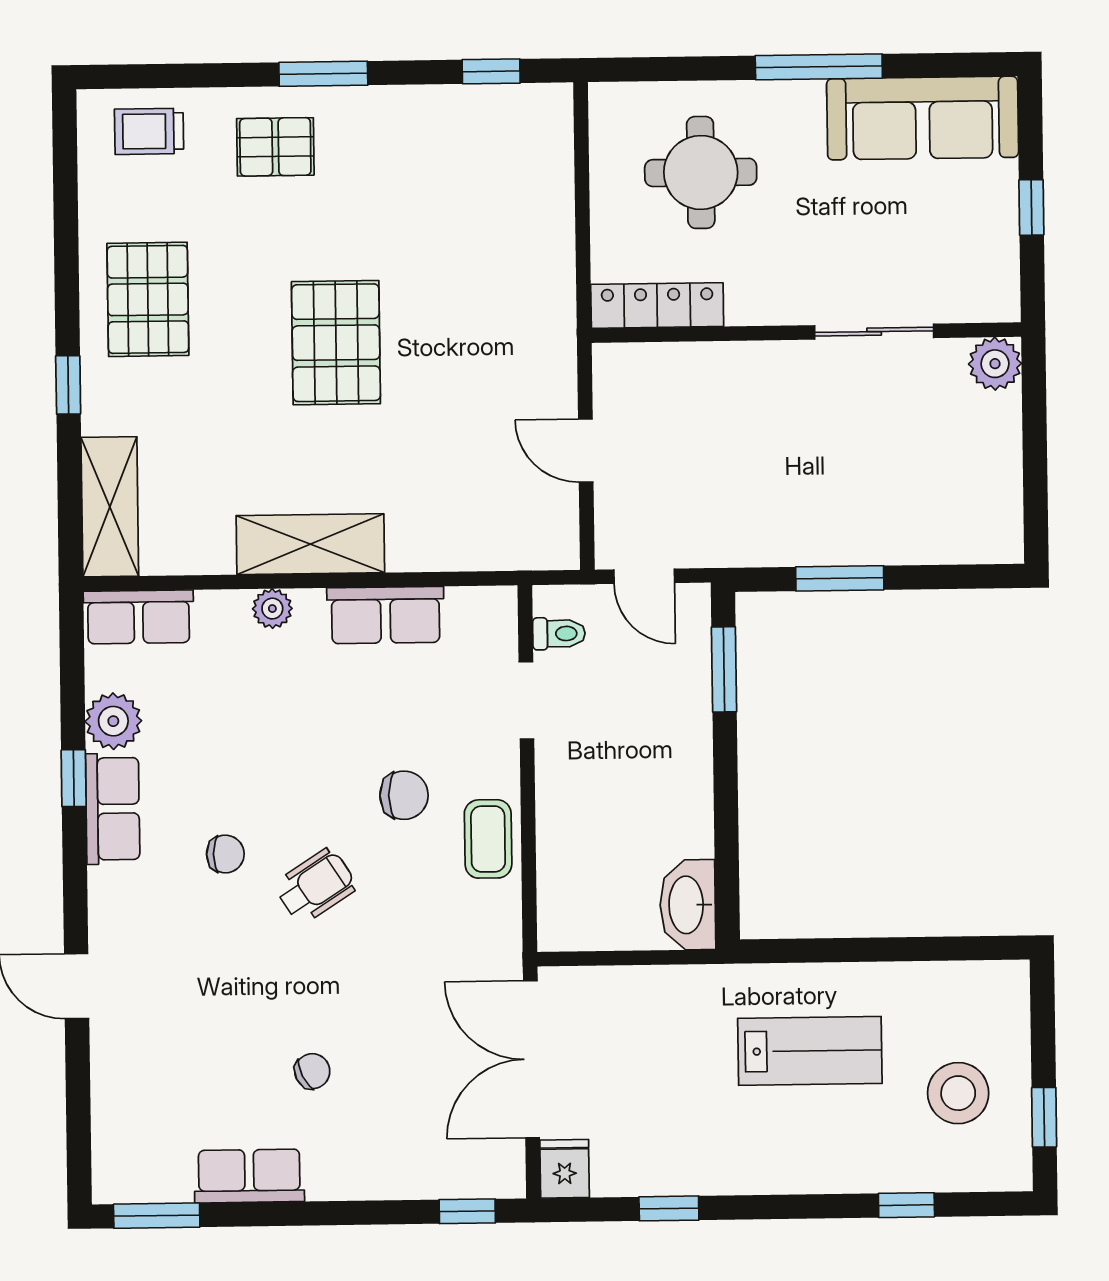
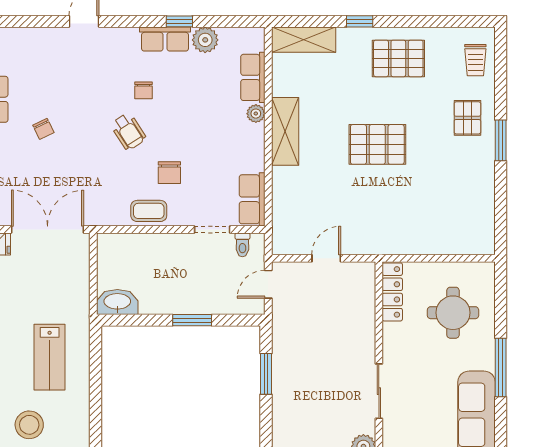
window: (491, 71) -> (501, 217), removed
trolley: (149, 131) -> (475, 60), turned 180
row of seats: (386, 615) -> (252, 199), moved
row of seats: (139, 617) -> (253, 77), moved
window: (724, 669) -> (192, 320), moved

